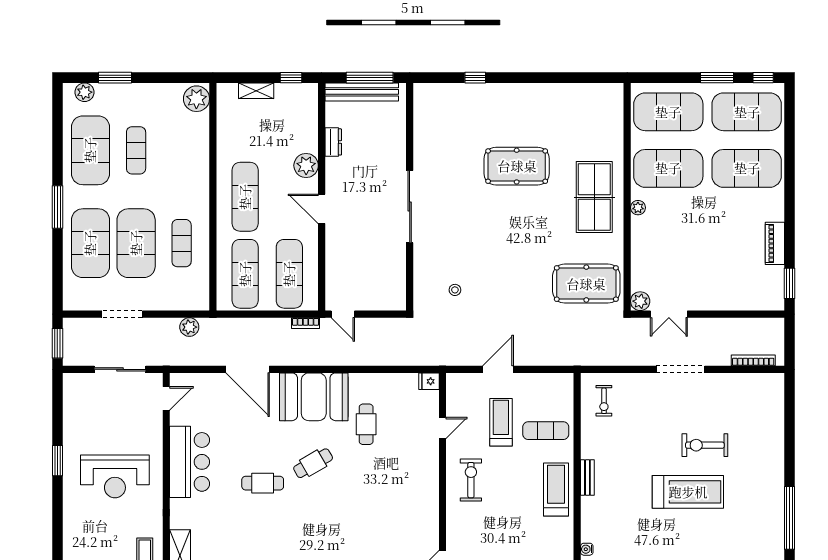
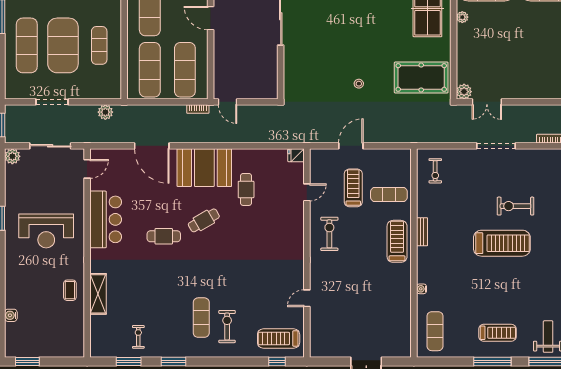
exercise mat: (90, 243) -> (27, 45), width x0.68
stool: (455, 290) -> (359, 84), moved
plant: (72, 383) -> (12, 156), added

